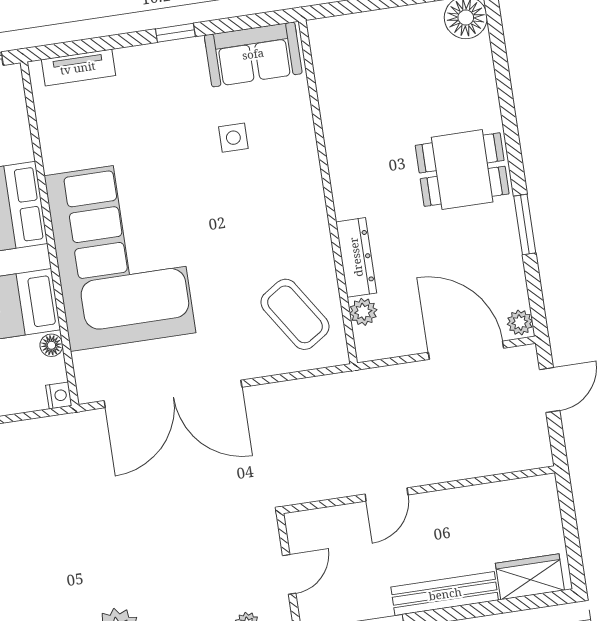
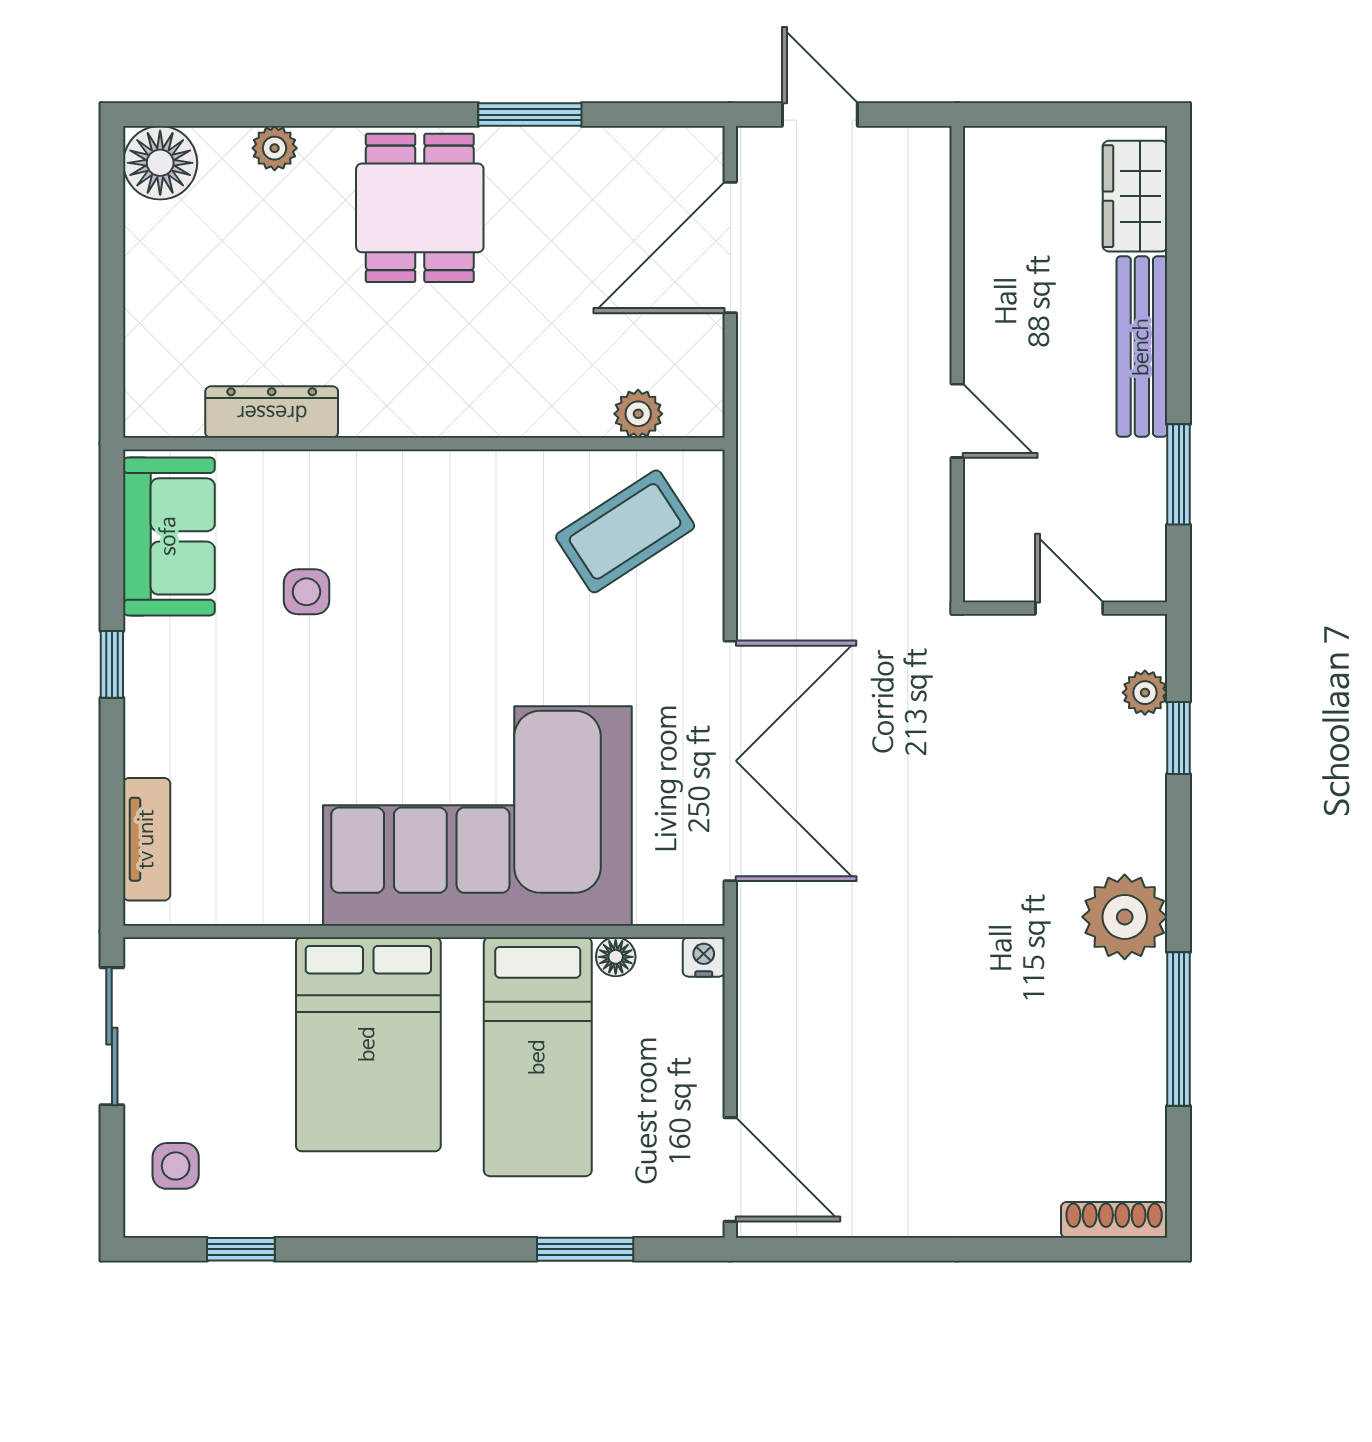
dresser: (356, 257) -> (272, 412), moved
plant: (520, 322) -> (275, 148), moved

